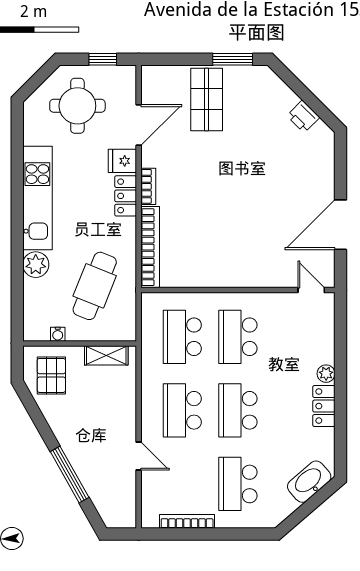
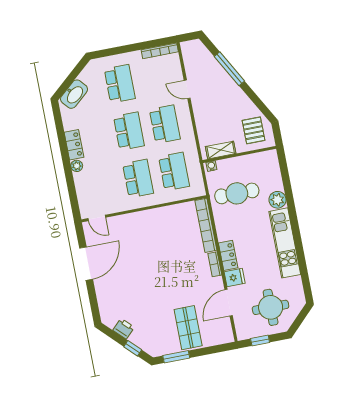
window: (295, 85) -> (133, 348), added
cafe table: (95, 286) -> (237, 193), turned 68
water cooler: (58, 334) -> (211, 166), moved
bookcase: (187, 521) -> (160, 51), moved

